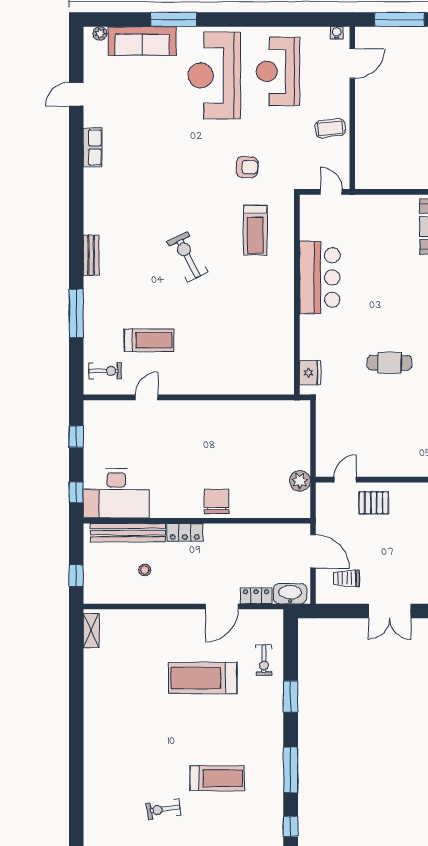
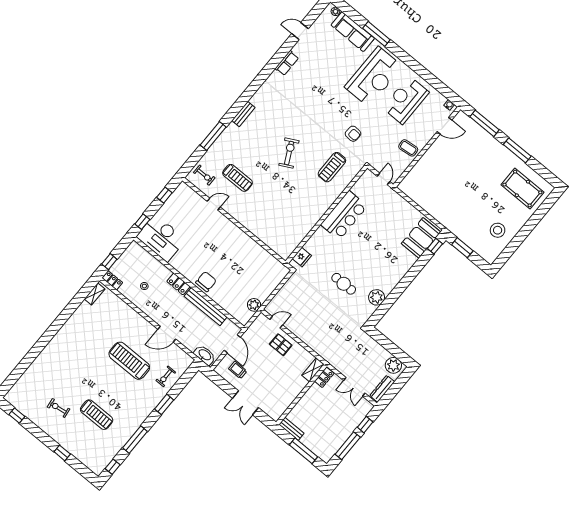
reception desk: (214, 75) -> (374, 77), turned 180
bench: (128, 533) -> (206, 307), moved
locker: (256, 596) -> (112, 280), moved

